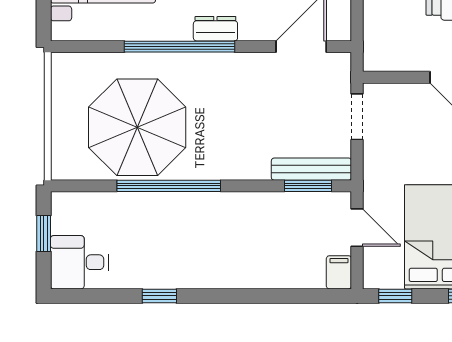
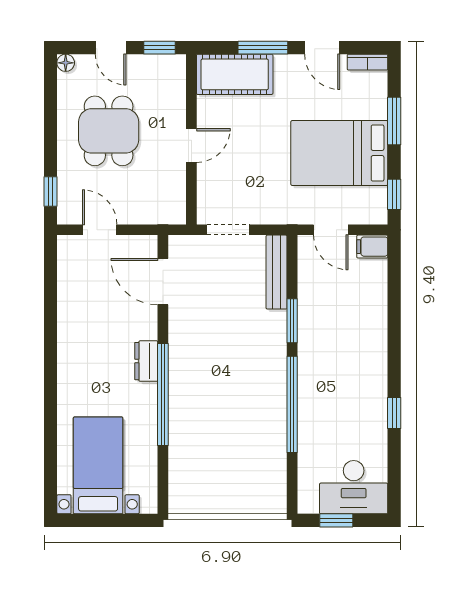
parasol: (137, 127) -> (238, 434), removed
window: (308, 186) -> (292, 321), moved
door: (357, 228) -> (331, 230), swing flipped
desk: (79, 262) -> (354, 487), width x1.37

